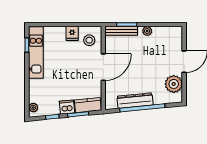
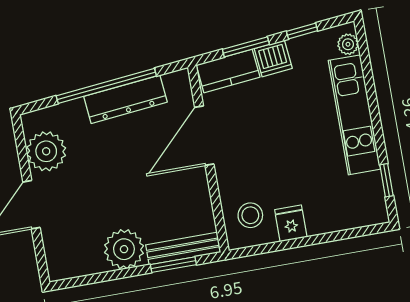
plant: (147, 31) -> (124, 249), width x1.87, depth x1.87
kitchen unit: (36, 53) -> (354, 115), moved
door: (103, 67) -> (204, 136), moved

